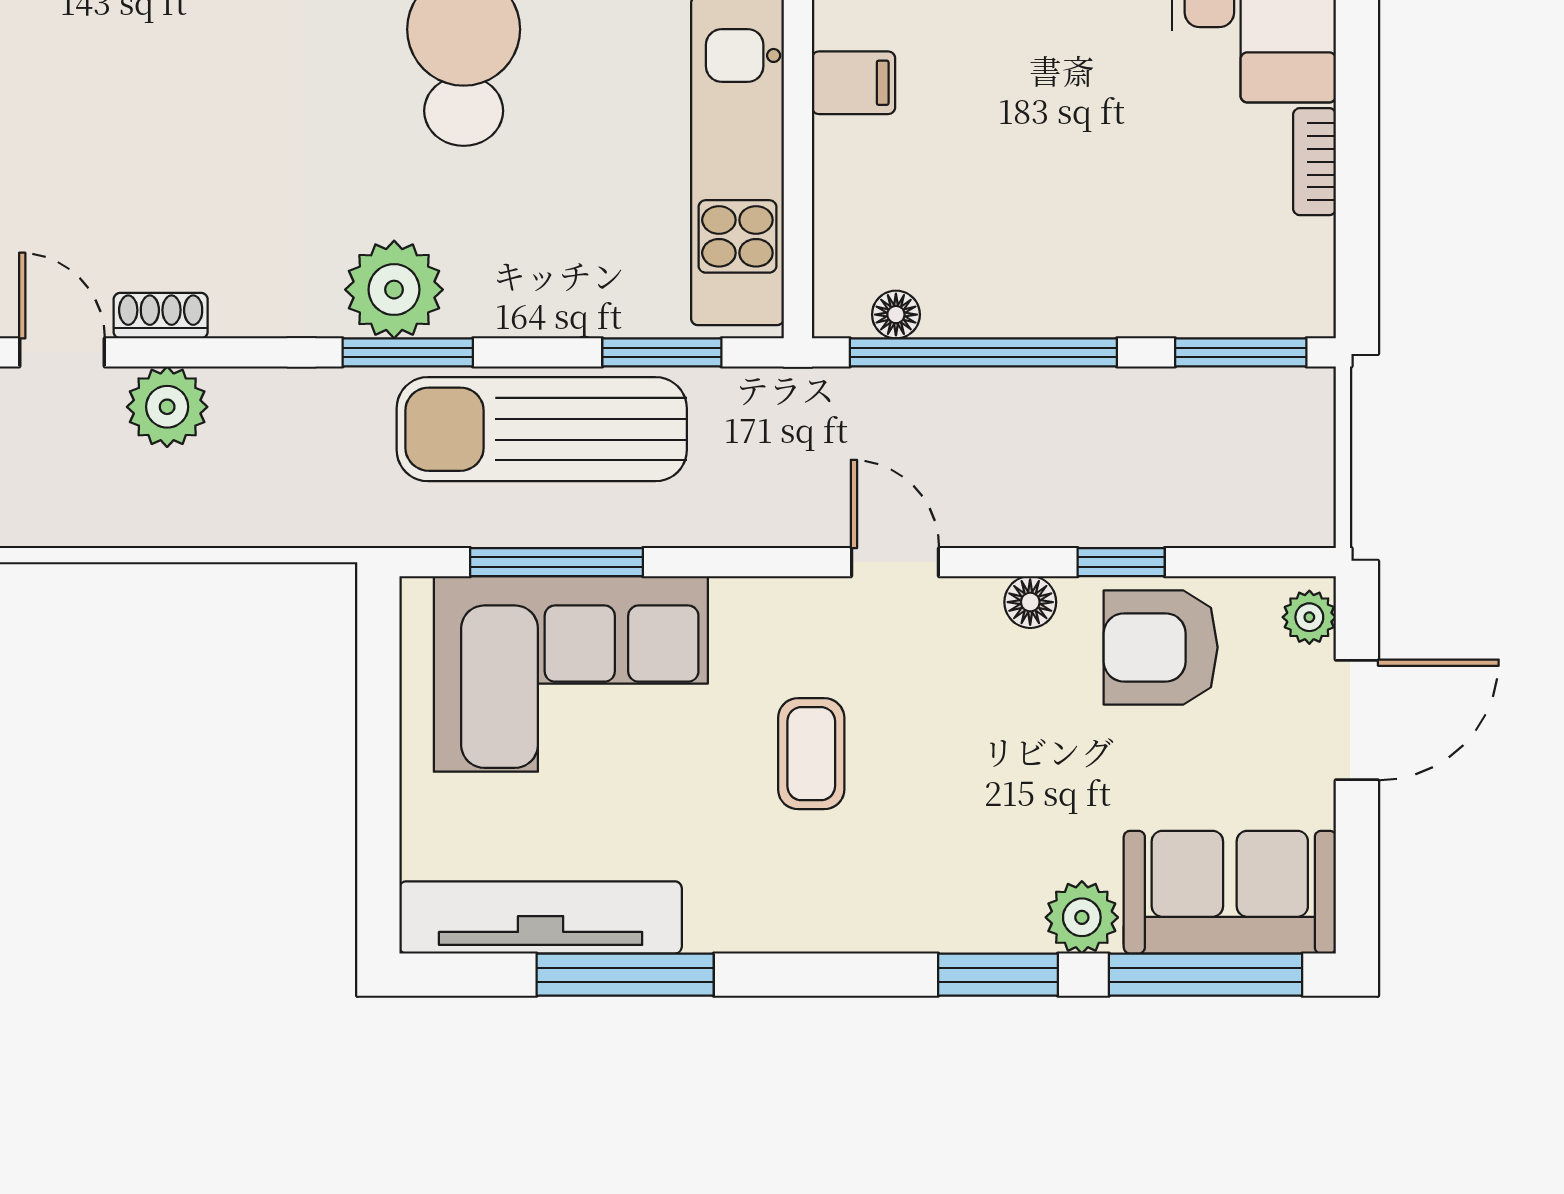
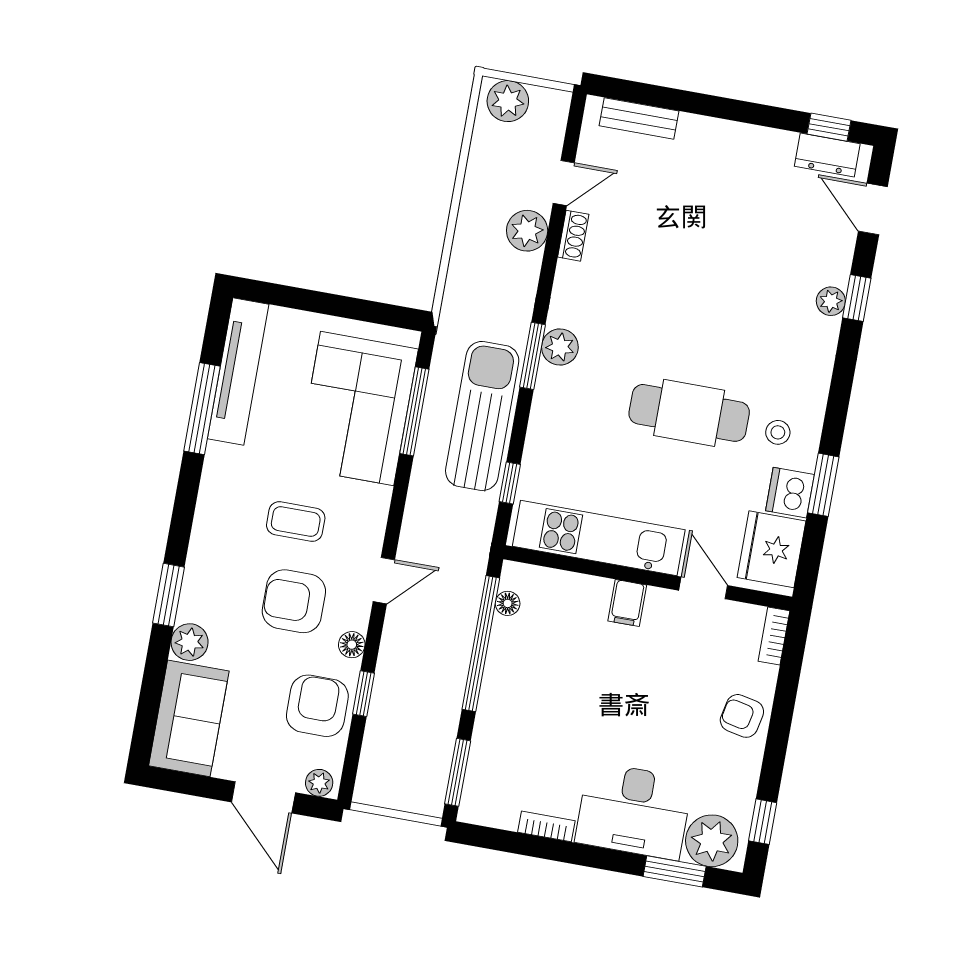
plant: (394, 290) -> (560, 347), width x0.73, depth x0.73
window: (662, 352) -> (510, 483), width x0.67
armchair: (966, 729) -> (294, 601), added
window: (1205, 975) -> (150, 699), removed

